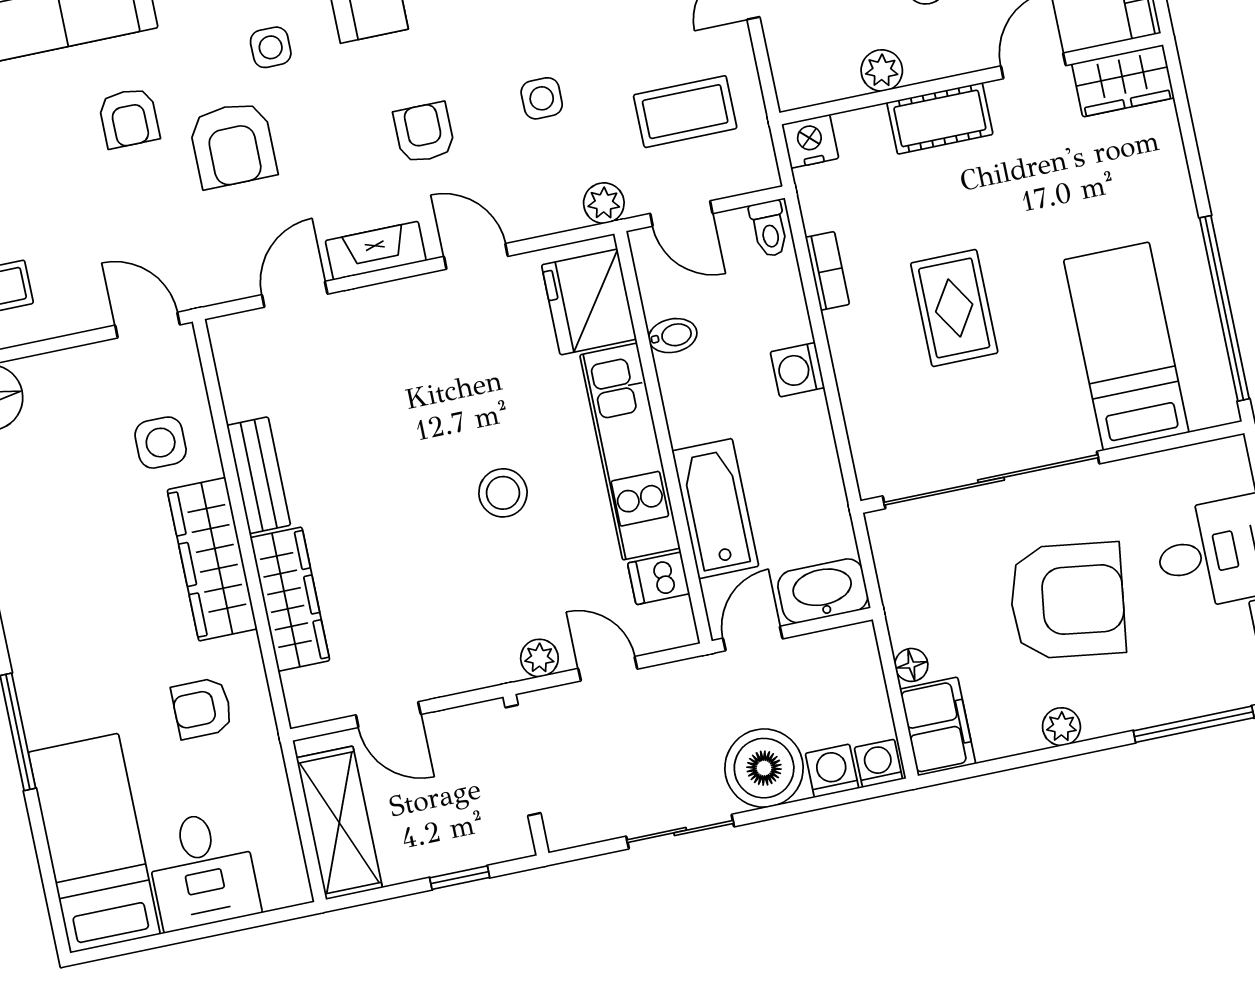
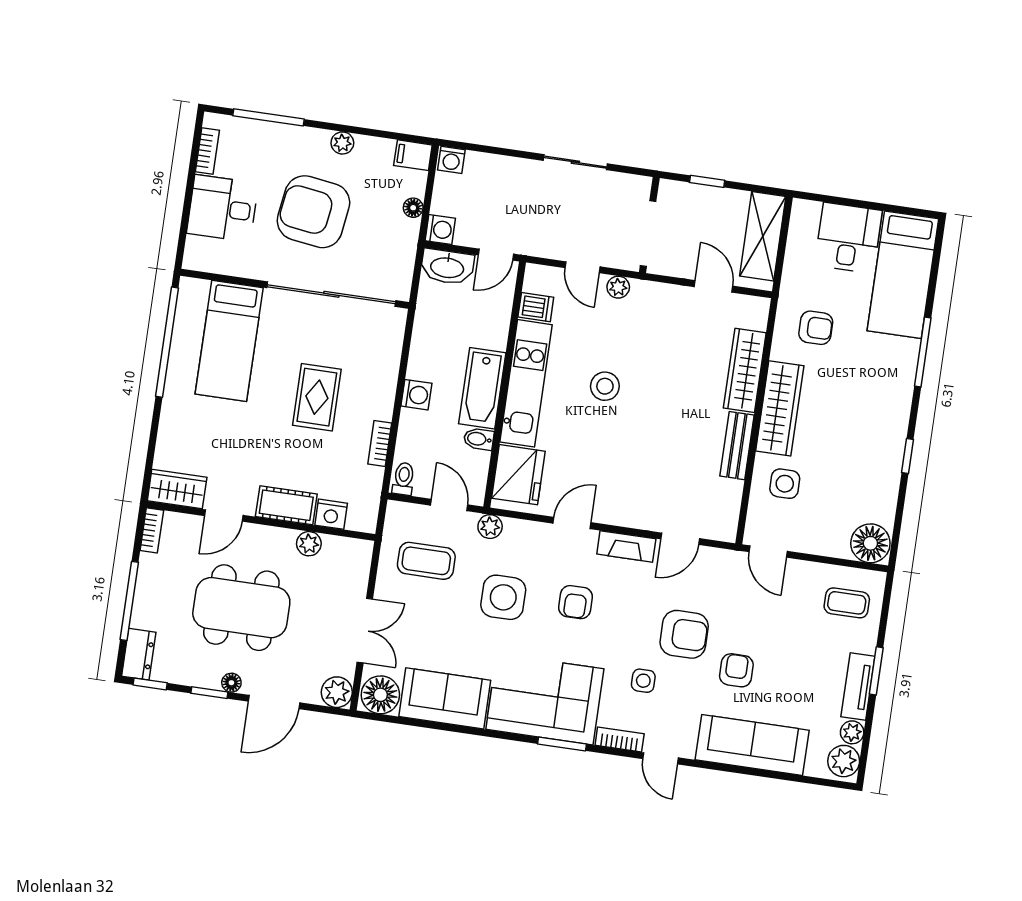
side table: (542, 98) -> (503, 597), width x1.87, depth x1.87
nightstand: (810, 141) -> (331, 514), moved
armchair: (233, 145) -> (684, 634), turned 90
door: (476, 256) -> (572, 523), swing flipped
bathtub: (715, 509) -> (482, 388), moved
filing cabinet: (938, 726) -> (413, 155), width x0.50
boiler: (764, 768) -> (516, 180), removed
washing machine: (832, 771) -> (440, 230), moved, turned -90

